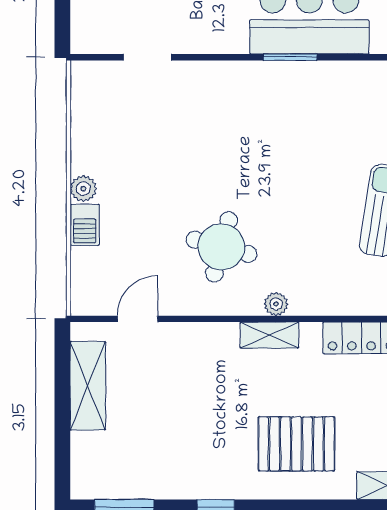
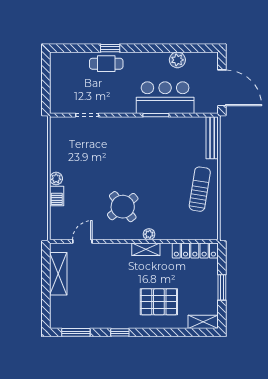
round table: (221, 247) -> (123, 207), turned 36

